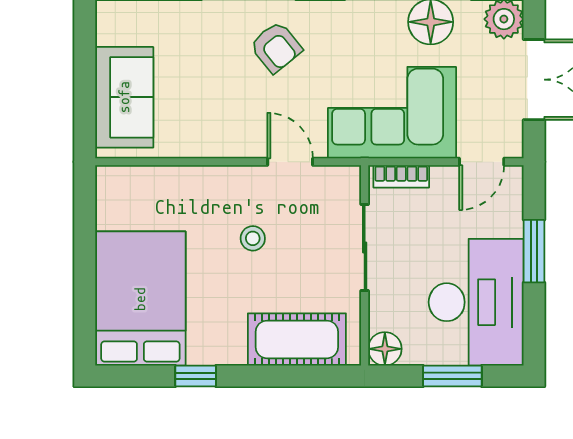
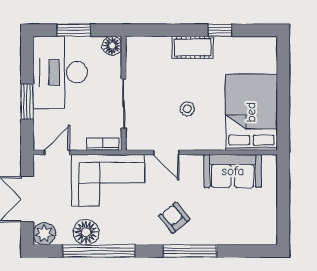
sofa: (124, 97) -> (233, 171), moved, turned -90
bed: (140, 299) -> (251, 112), moved, turned 180
cot: (297, 339) -> (193, 47), moved, width x0.73, depth x0.75

